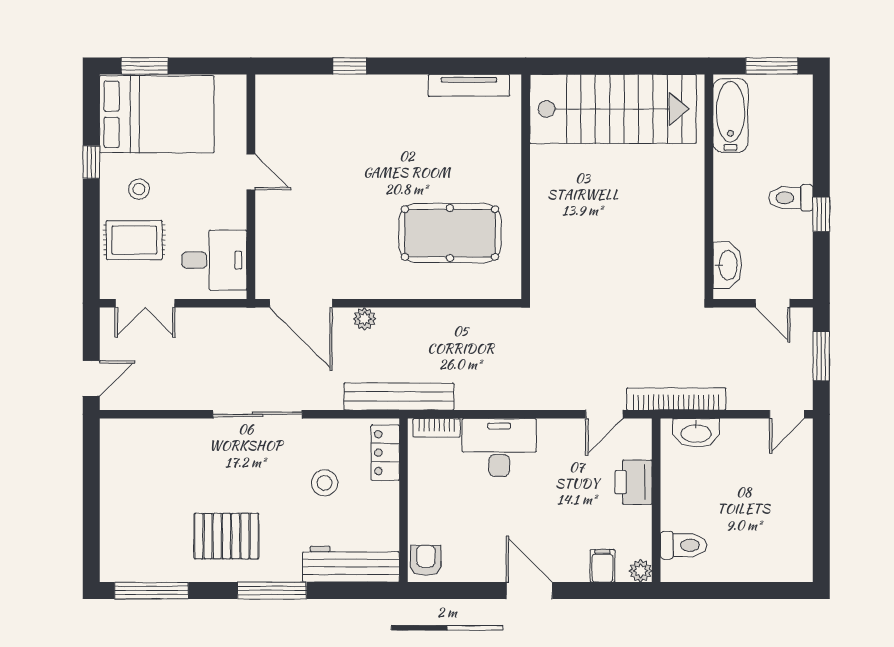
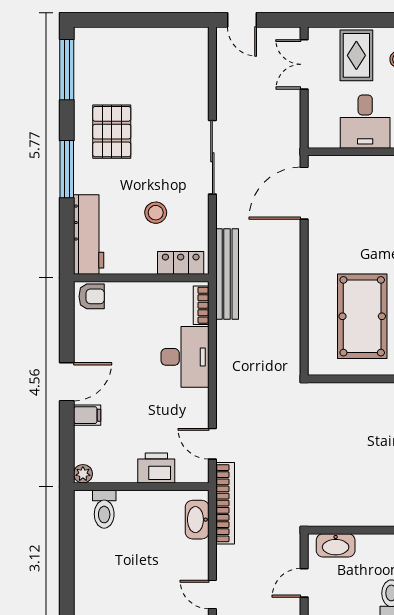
desk: (214, 260) -> (365, 122), moved
plant: (365, 319) -> (291, 246), removed
filing cabinet: (602, 566) -> (87, 415), moved

